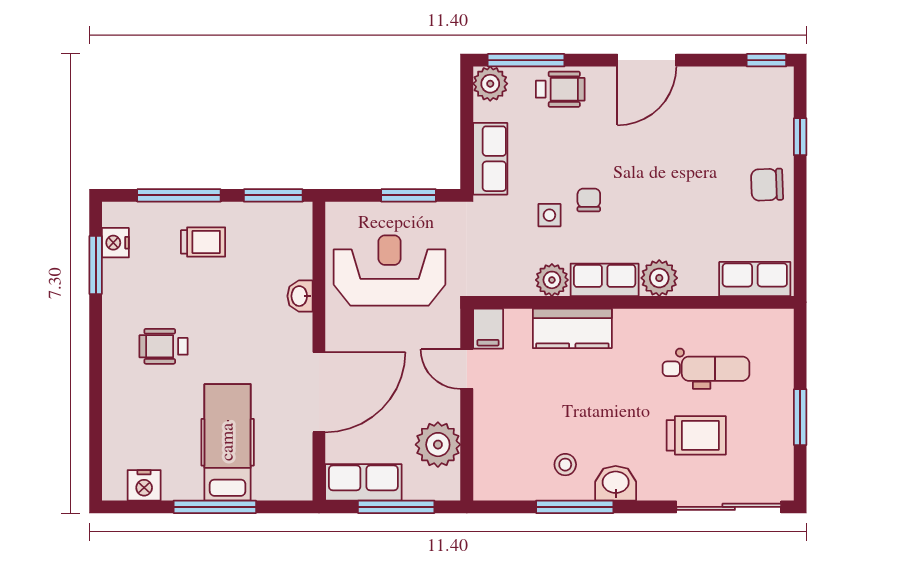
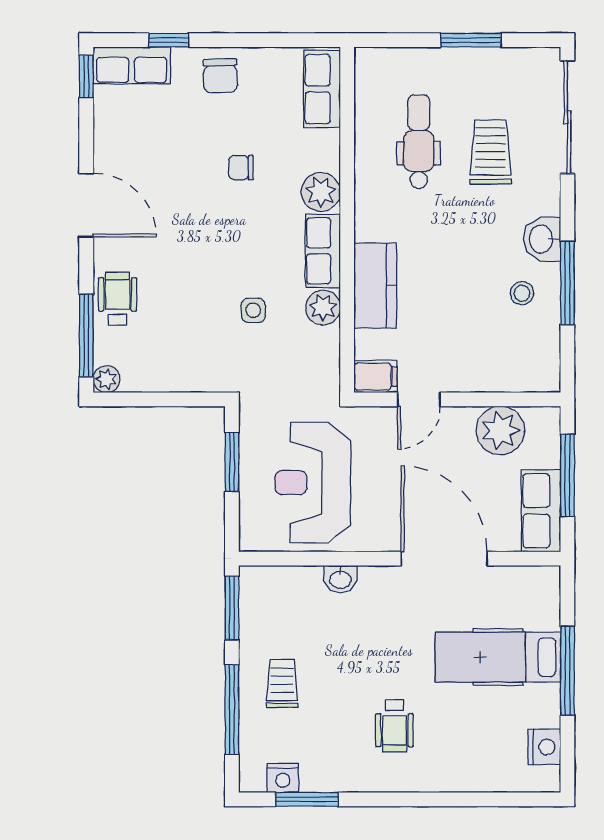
plant: (490, 84) -> (106, 379), width x0.73, depth x0.73
row of seats: (490, 159) -> (132, 65), moved, turned 180
chair: (589, 200) -> (241, 168), moved

